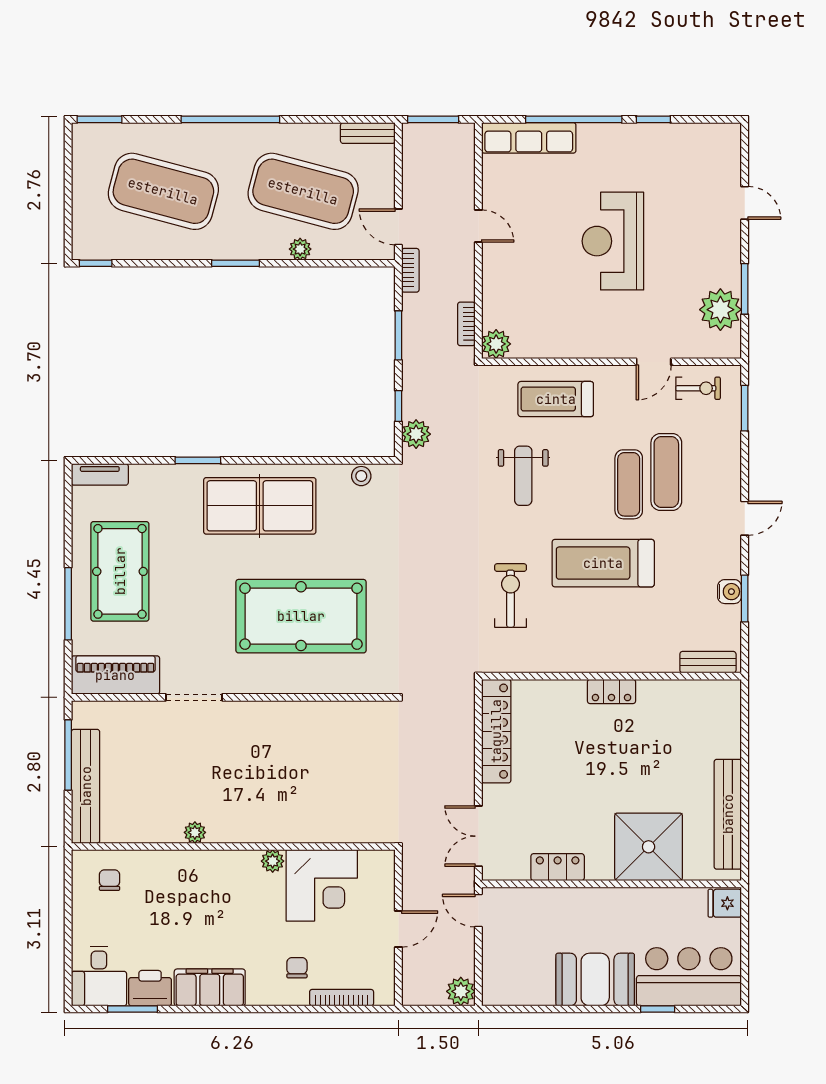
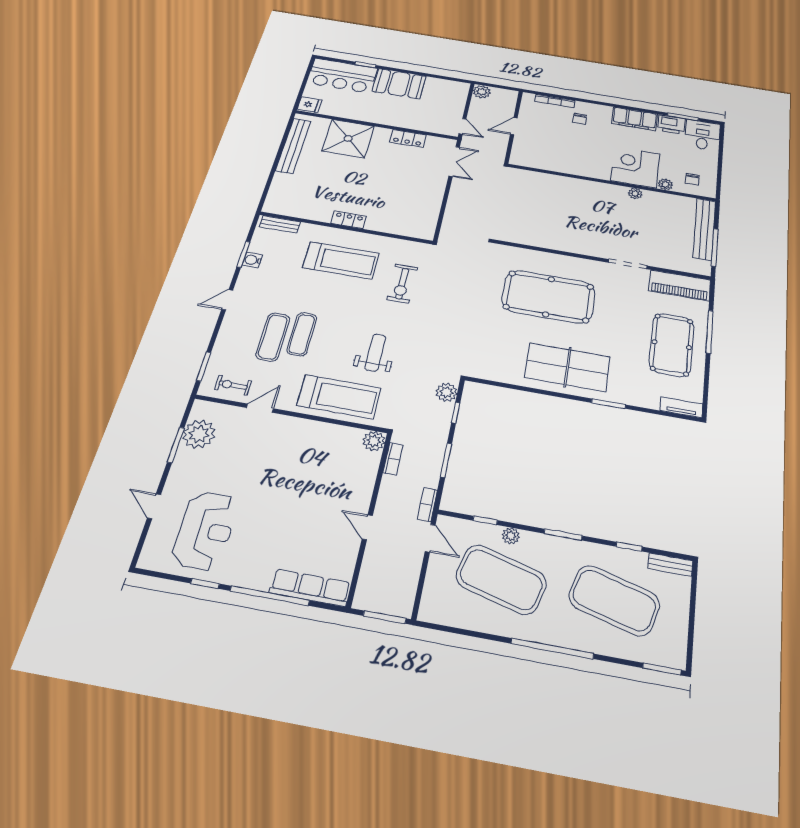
bench: (368, 133) -> (670, 565), moved
reception desk: (613, 241) -> (205, 530), moved
window: (96, 263) -> (629, 547), moved
window: (335, 263) -> (485, 520), added
treadmill: (556, 399) -> (339, 397), width x1.37, depth x1.38
stool: (361, 476) -> (492, 373), removed
treadmill: (603, 563) -> (341, 260), moved
locker: (496, 731) -> (430, 212), removed
plant: (273, 861) -> (665, 184), moved
corner desk: (322, 885) -> (635, 167), moved

